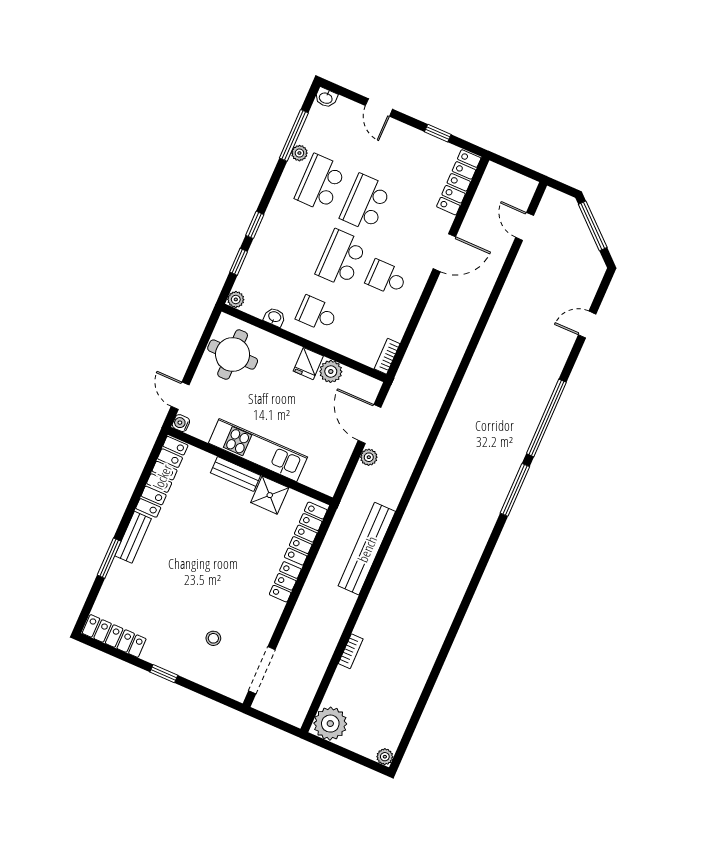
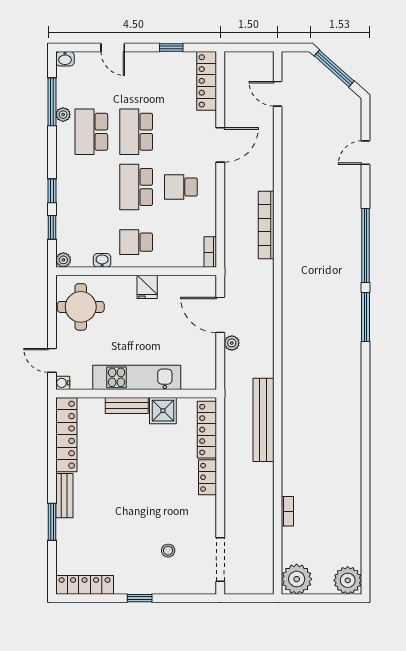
bookcase: (455, 354) -> (266, 225), added
plant: (331, 371) -> (169, 285), removed
plant: (385, 757) -> (348, 580), width x1.88, depth x1.88

